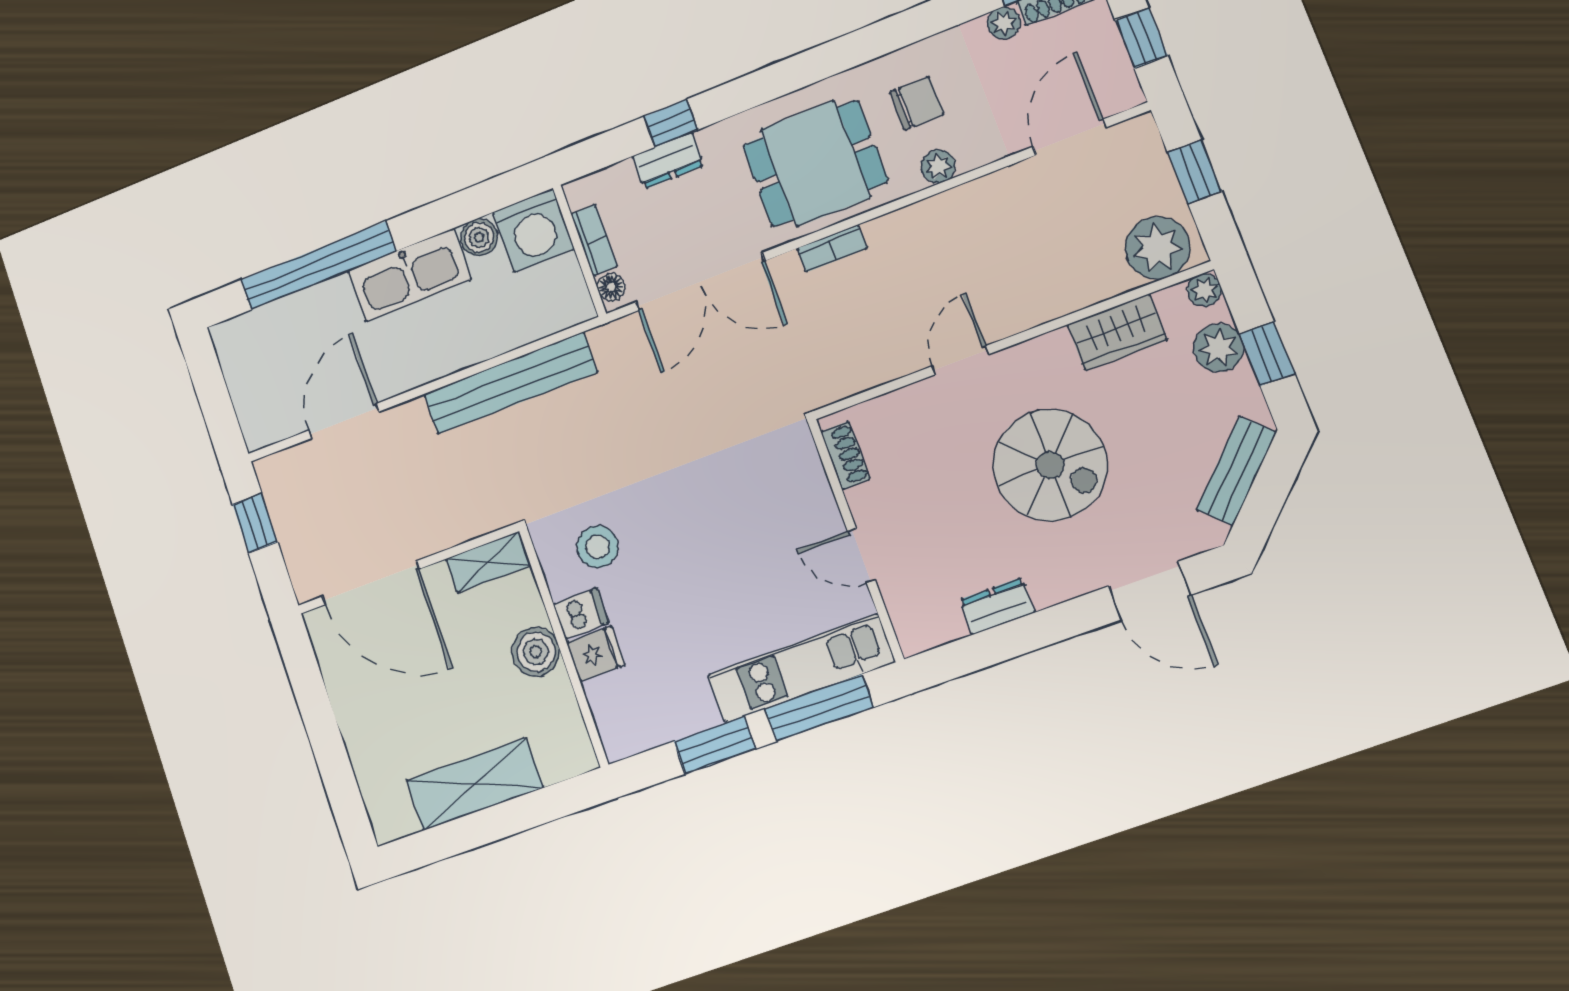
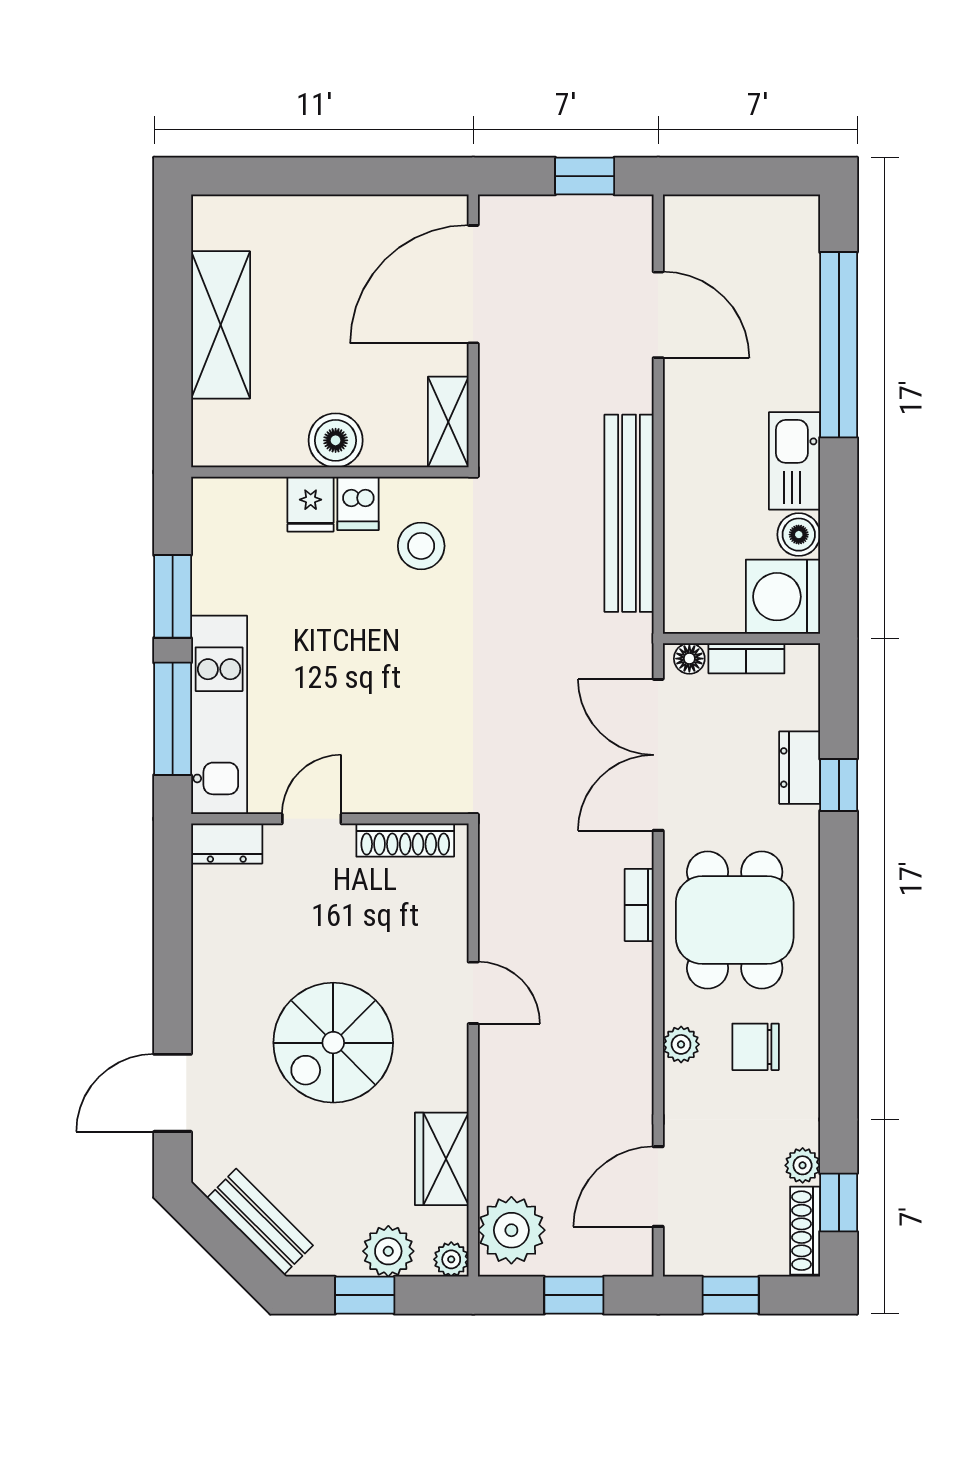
chair: (917, 103) -> (756, 1047), turned 90
door: (1070, 137) -> (658, 1187), swing flipped
kitchen sink: (409, 275) -> (794, 461), width x0.73, depth x0.81
shoe rack: (845, 456) -> (405, 840), width x1.43
dresser: (997, 606) -> (227, 844), moved, turned 90

